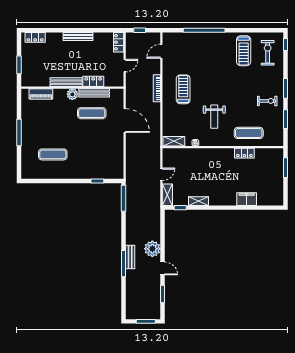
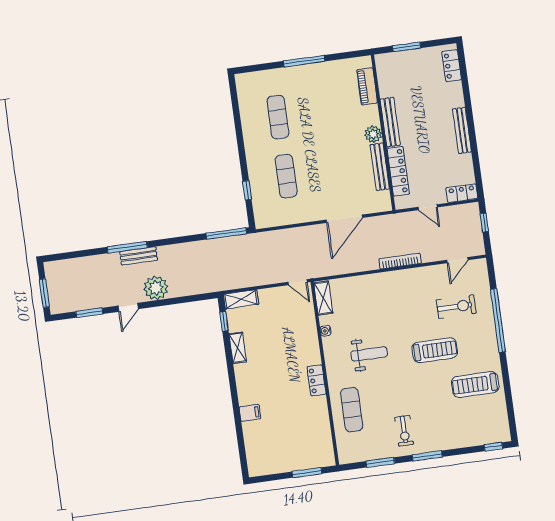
door: (161, 51) -> (457, 260), swing flipped
exercise bike: (268, 53) -> (456, 307), moved
locker: (93, 81) -> (398, 171), width x1.53
treadmill: (183, 89) -> (435, 350), moved
exercise mat: (92, 113) -> (286, 176), moved
weight bench: (214, 117) -> (369, 354), turned 180
locker: (244, 153) -> (316, 380), moved
door: (161, 174) -> (298, 282), moved
filing cabinet: (247, 199) -> (250, 413), width x0.50

